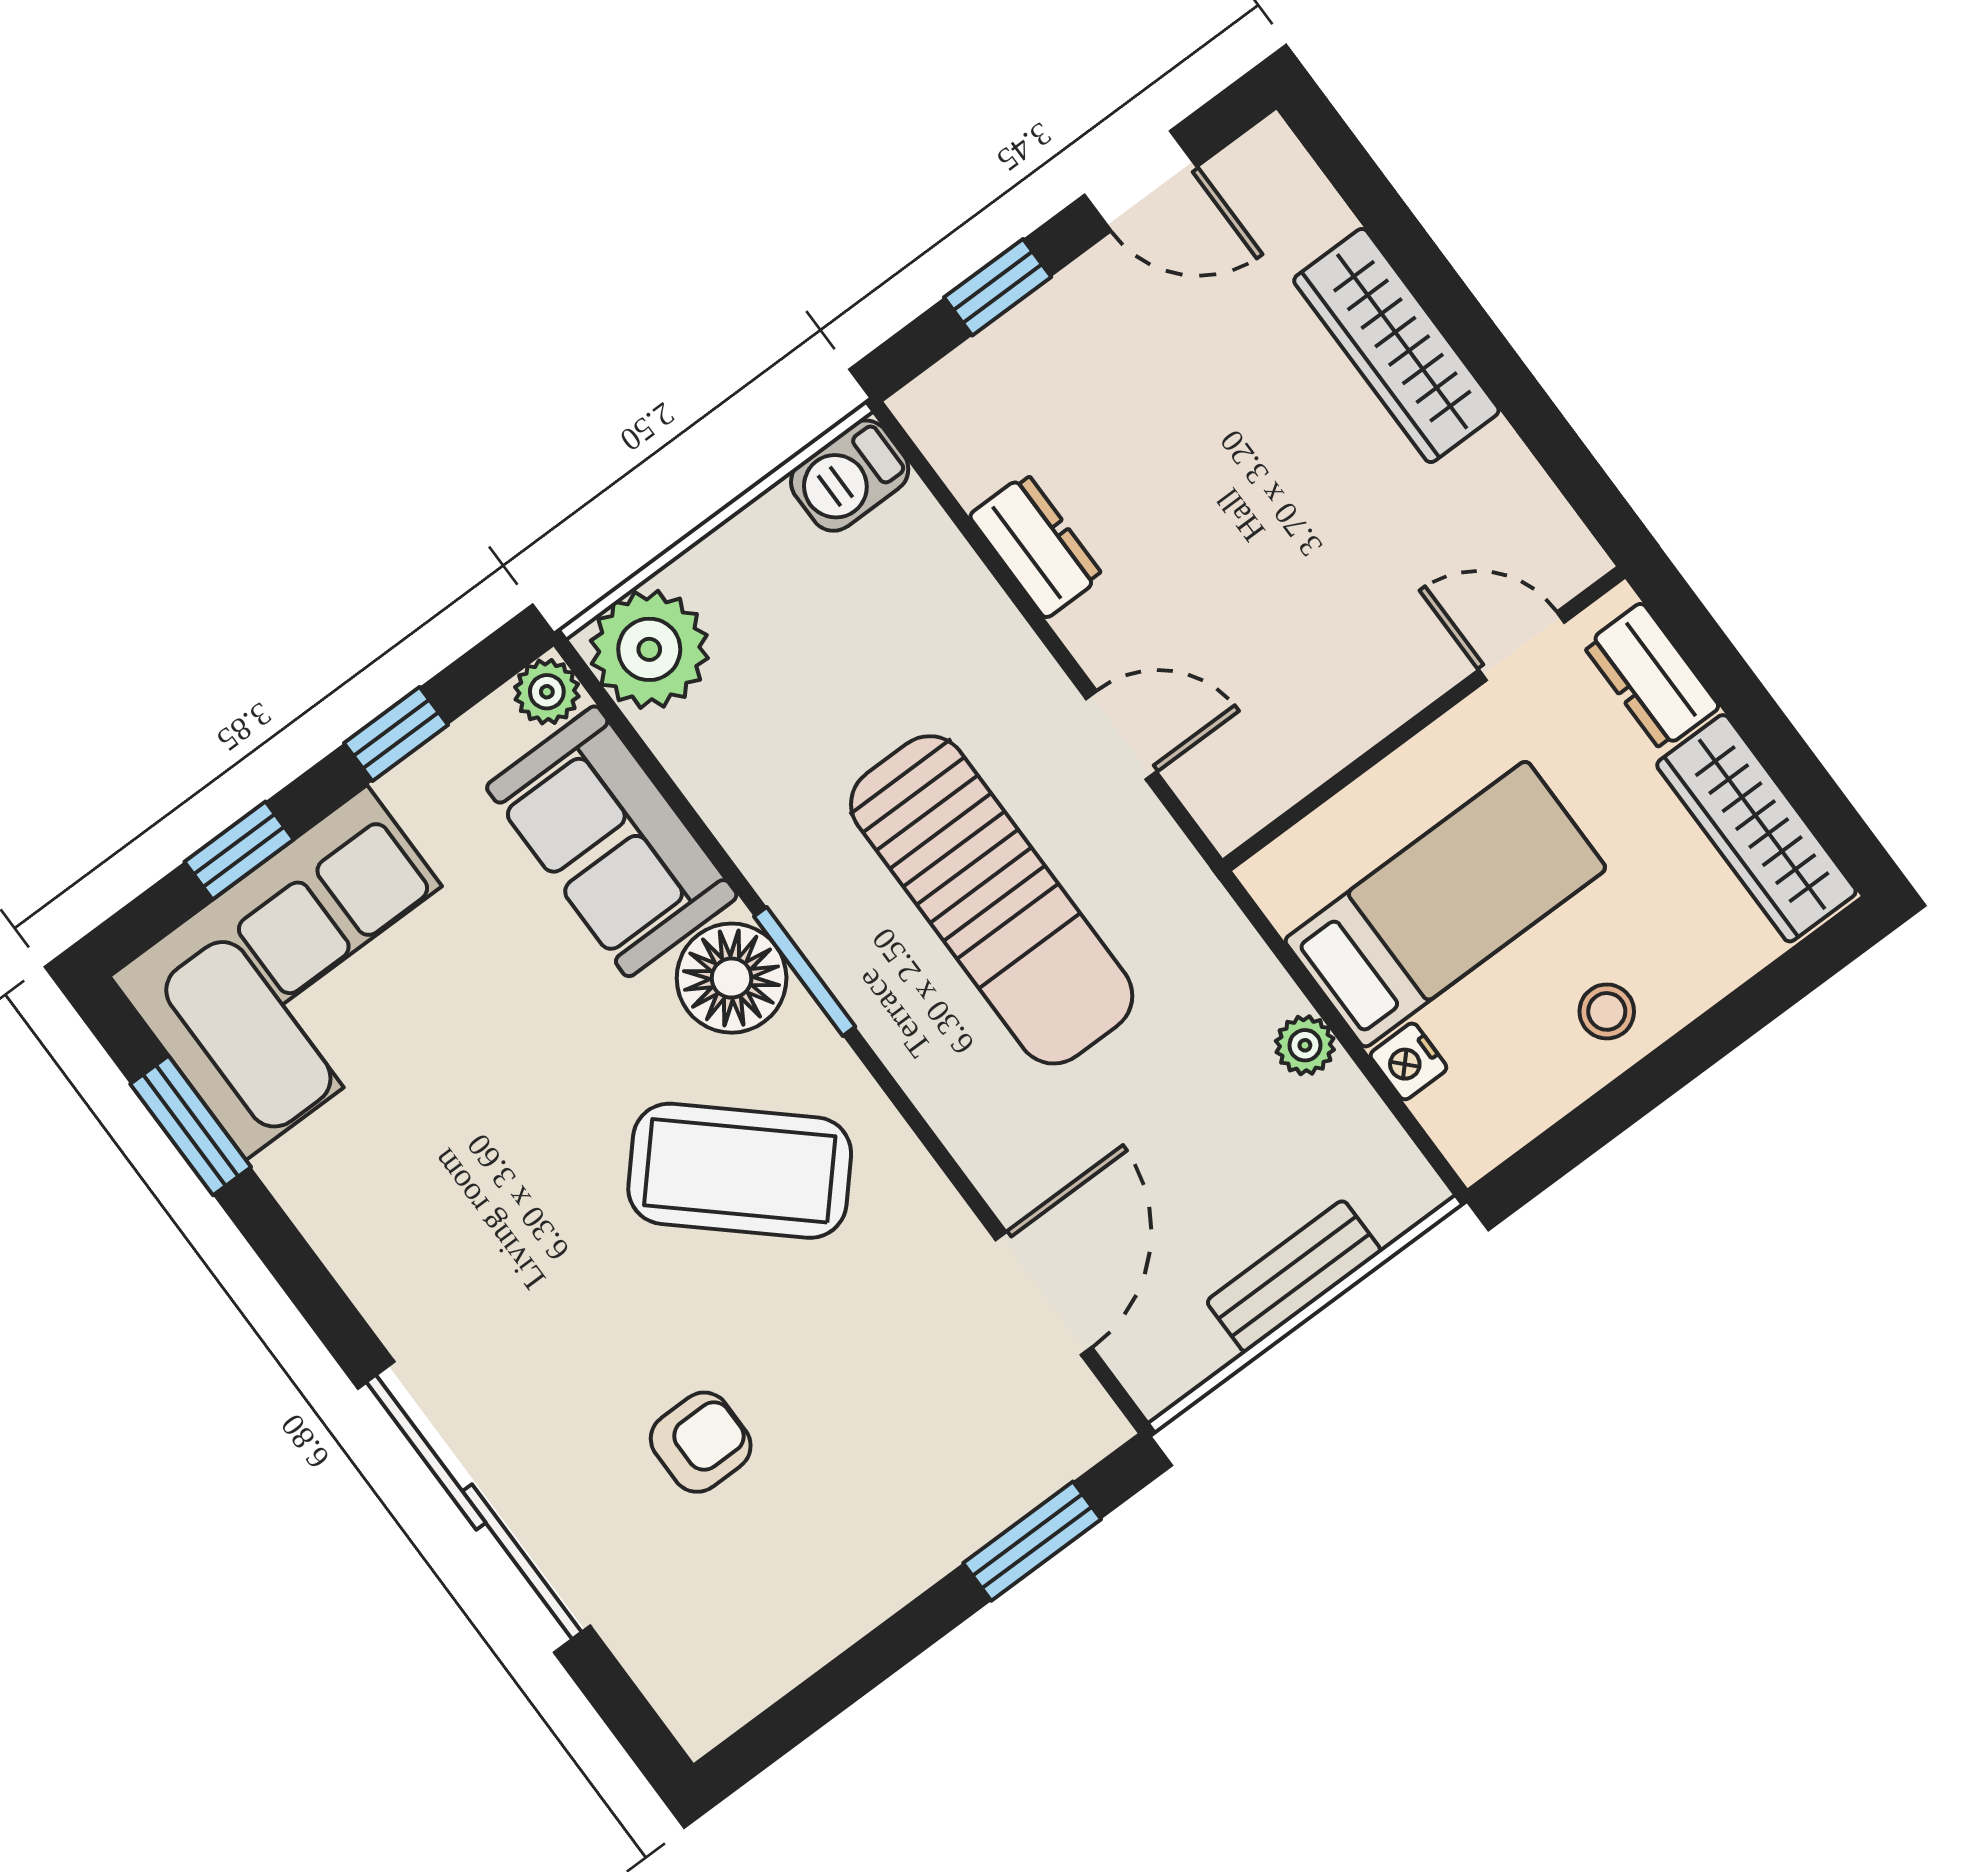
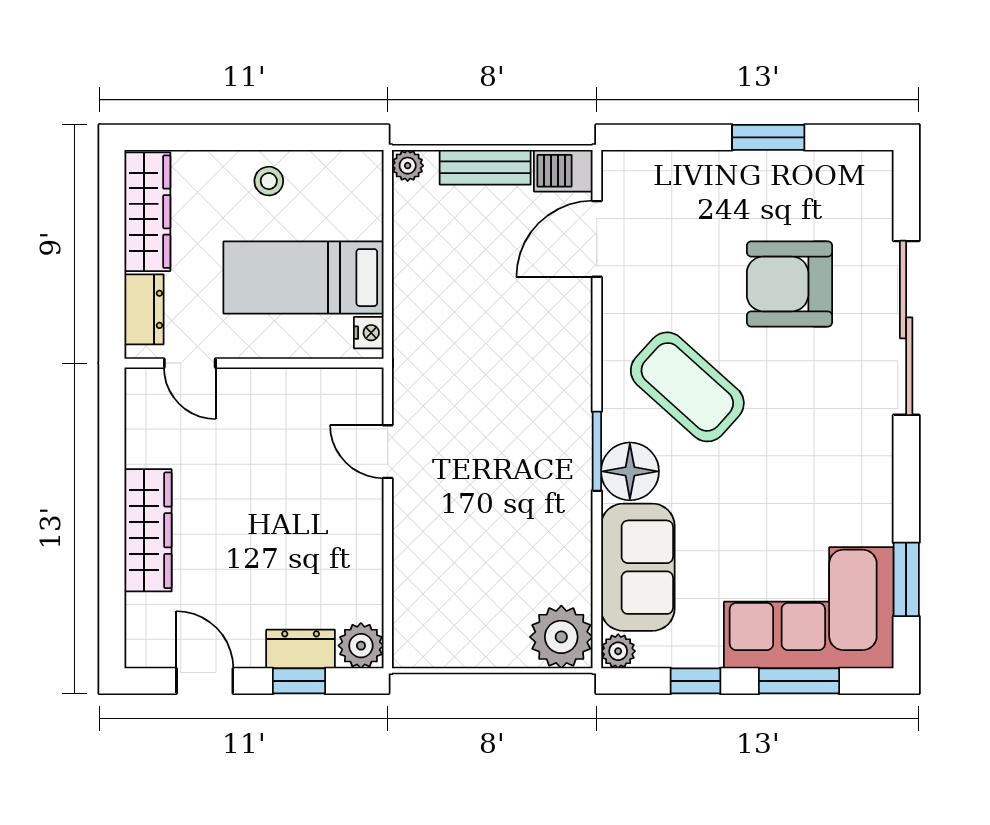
plant: (943, 410) -> (361, 646), added
barbecue: (850, 476) -> (563, 171), moved, turned 180
dresser: (1036, 546) -> (301, 649), moved, turned 90
window: (239, 851) -> (799, 681), width x1.50
sun lounger: (992, 900) -> (495, 422), removed
plant: (1305, 1045) -> (408, 166), moved
nightstand: (1408, 1061) -> (369, 333), moved
armchair: (701, 1442) -> (789, 284), width x1.88, depth x1.88
window: (1032, 1541) -> (768, 137), moved

